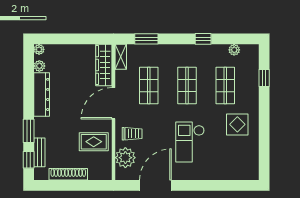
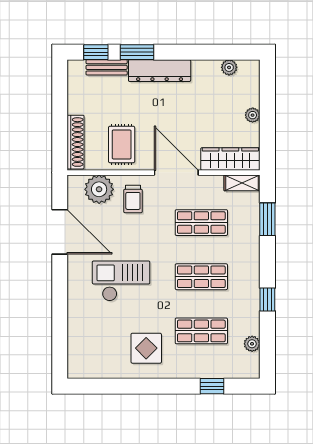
plant: (39, 49) -> (253, 115), moved
dresser: (42, 94) -> (160, 71), moved
shoe rack: (68, 174) -> (76, 142), moved

